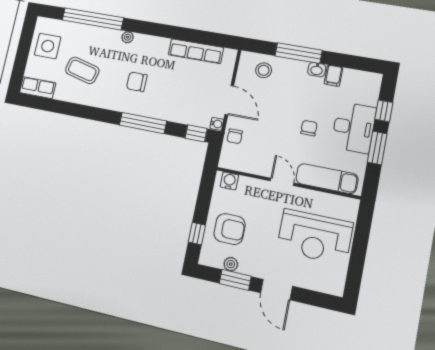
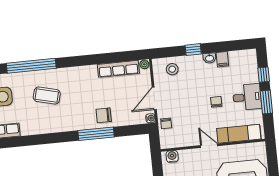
plant: (128, 37) -> (144, 64), moved
window: (298, 53) -> (193, 50), width x0.46
coffee table: (82, 70) -> (47, 96), moved
chair: (137, 82) -> (104, 115), moved
door: (229, 100) -> (154, 98), swing flipped
desk: (354, 128) -> (247, 97), width x0.73
window: (196, 133) -> (138, 130), removed

